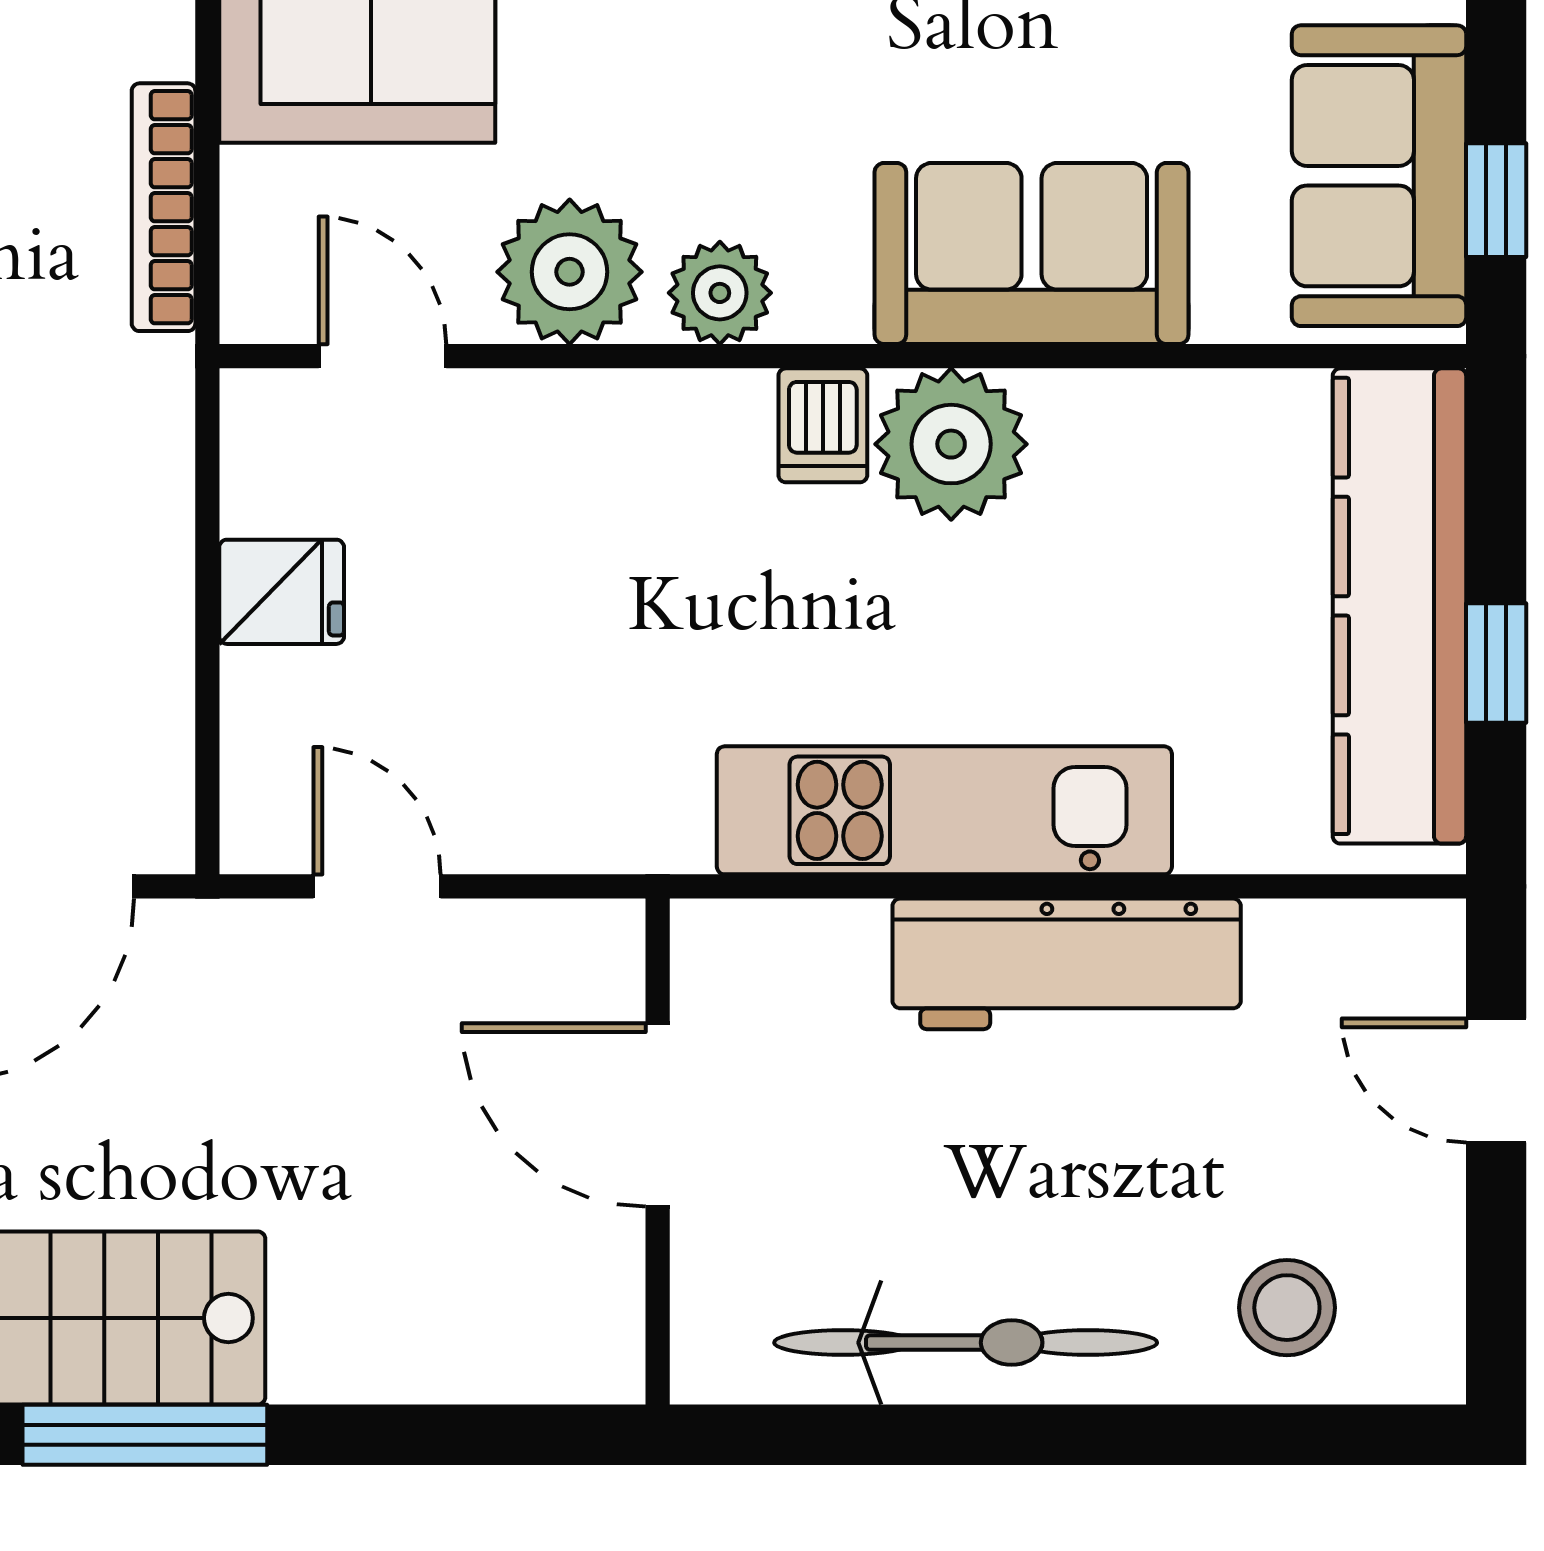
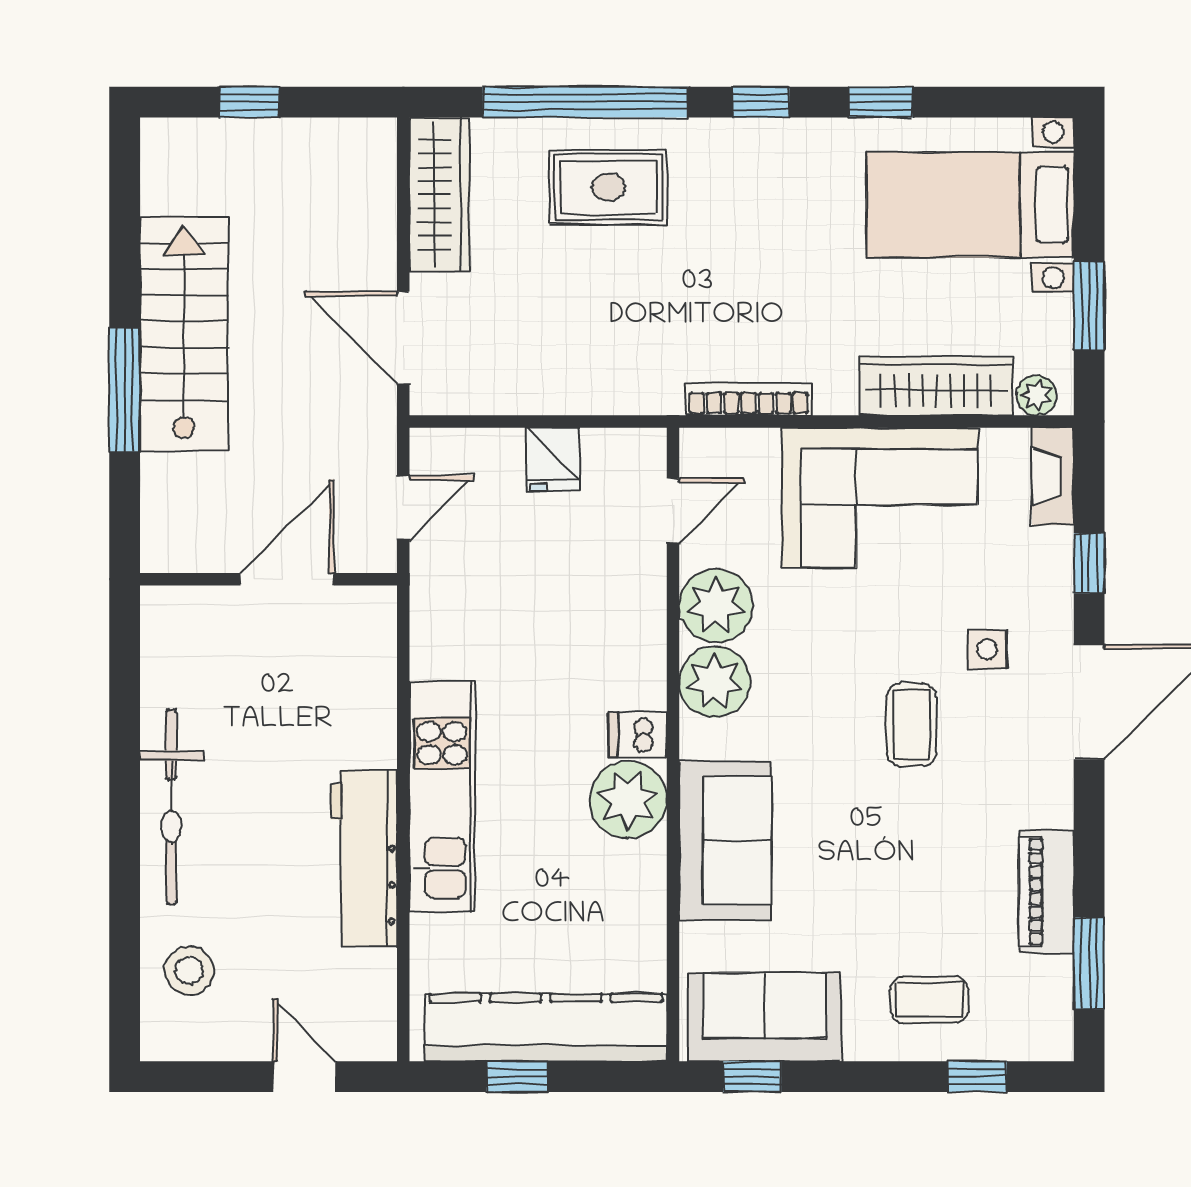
plant: (720, 293) -> (715, 682), width x1.36, depth x1.36
door: (1496, 1080) -> (305, 1077), hinge flipped
door: (658, 1115) -> (287, 579), moved
wall: (658, 1152) -> (268, 579), moved

